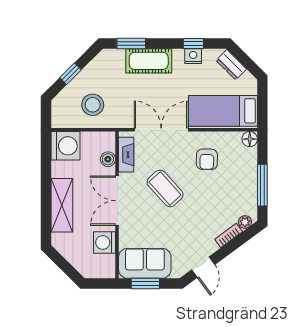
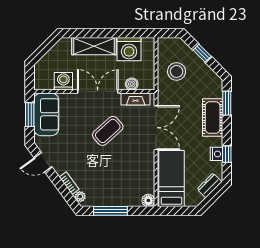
washing machine: (66, 146) -> (129, 49), moved
armchair: (207, 159) -> (132, 165), removed

